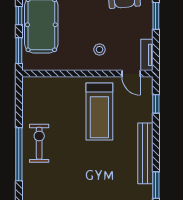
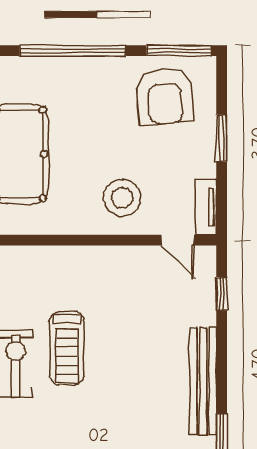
stool: (99, 50) -> (122, 198), width x1.89, depth x1.89
treadmill: (99, 112) -> (67, 348), moved, width x0.73, depth x0.73

